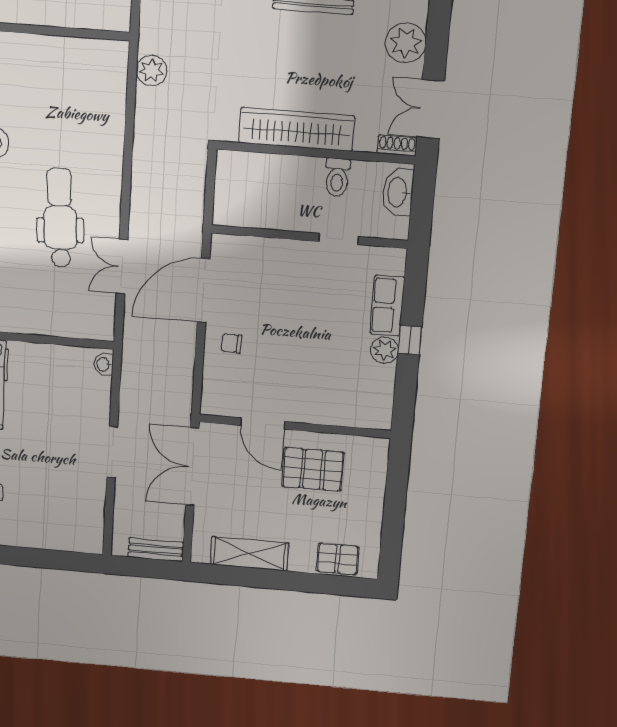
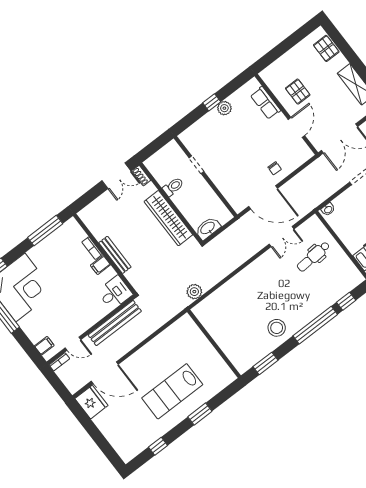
plant: (406, 43) -> (100, 207), removed
washbasin: (398, 192) -> (208, 228), moved, turned 180
dental chair: (60, 218) -> (313, 256), moved, width x0.73, depth x0.72
row of seats: (387, 305) -> (265, 103), moved, turned 90
pallet: (313, 469) -> (298, 92), width x0.67, depth x0.71

